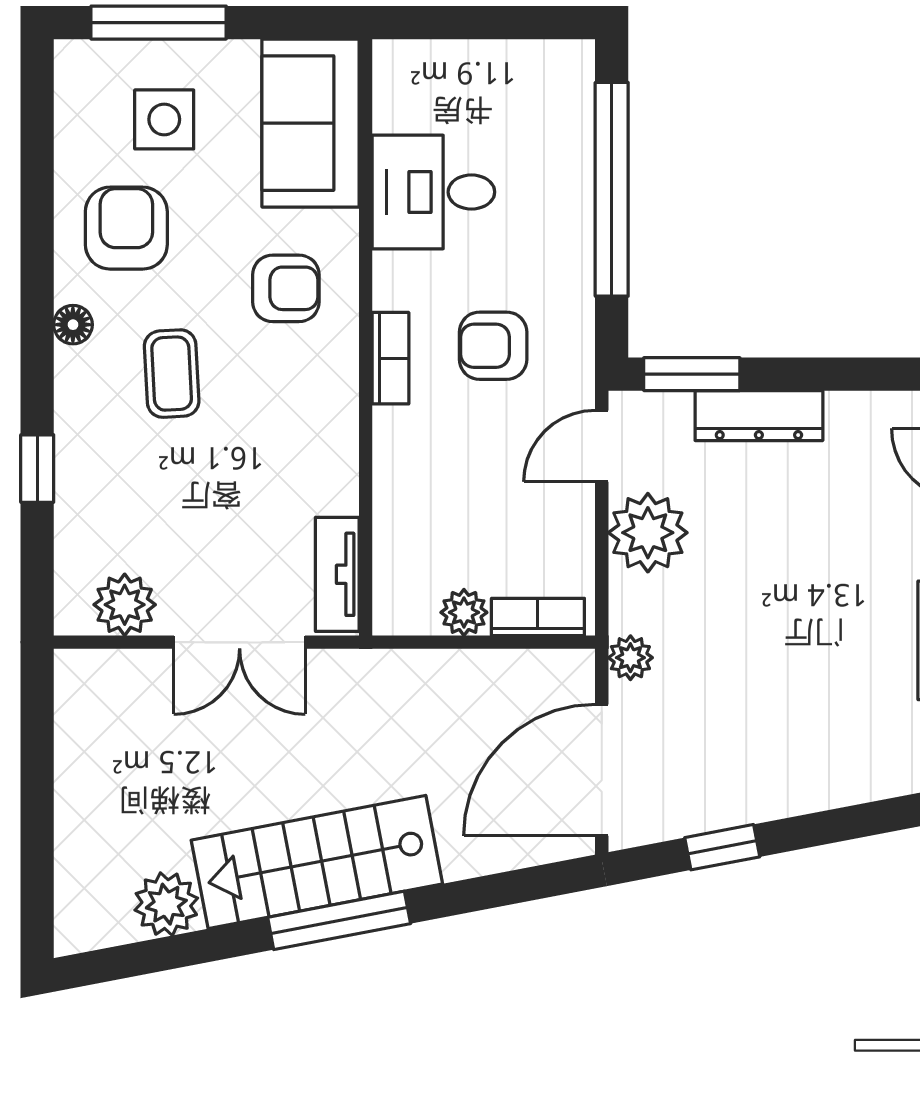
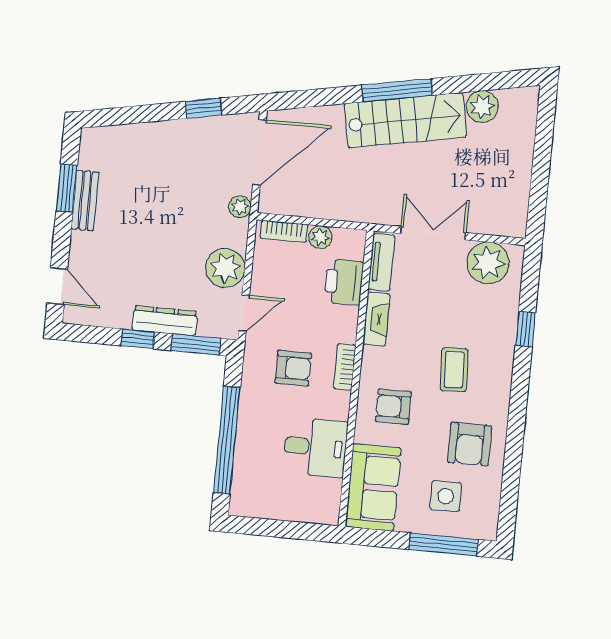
floor lamp: (73, 325) -> (501, 399), removed
window: (809, 374) -> (138, 339), added
fireplace: (336, 460) -> (376, 319), added
printer: (409, 527) -> (344, 282), added
plant: (125, 605) -> (488, 263), width x1.36, depth x1.36

